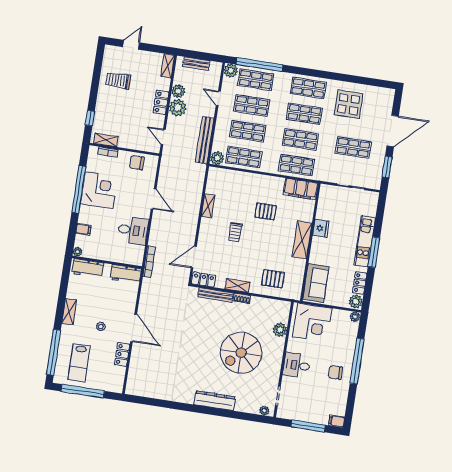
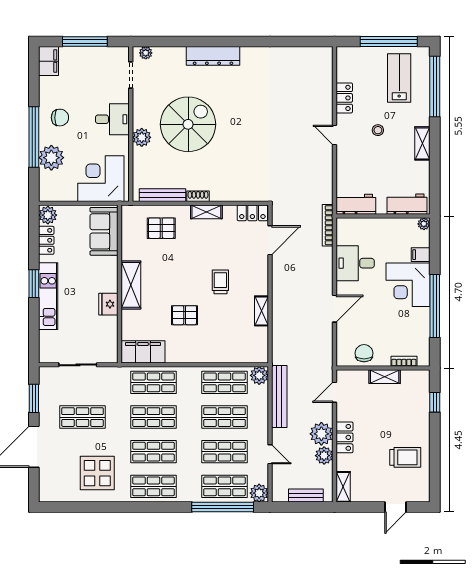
door: (163, 137) -> (335, 392), swing flipped
shelving: (106, 140) -> (385, 377), moved
chair: (137, 163) -> (364, 353), turned -90
corner desk: (99, 190) -> (408, 285), moved
door: (154, 199) -> (335, 309), swing flipped
window: (374, 252) -> (34, 284), width x0.69
bench: (216, 295) -> (163, 195), moved
plant: (355, 317) -> (51, 158), moved, width x1.88, depth x1.88
door: (134, 328) -> (335, 135), width x0.53
plant: (280, 330) -> (142, 137), moved
filing cabinet: (337, 421) -> (48, 61), width x2.00

